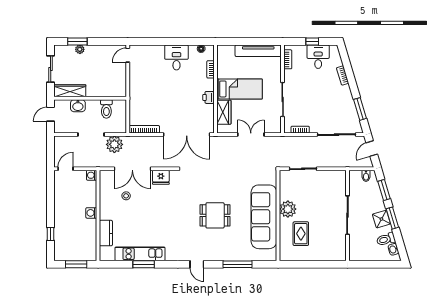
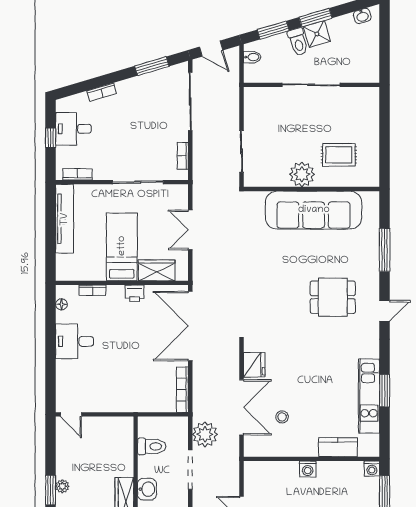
double door: (187, 135) -> (190, 326), swing flipped
washing machine: (92, 175) -> (372, 469), moved
dining table: (215, 215) -> (333, 297), moved, turned 90
toilet: (386, 239) -> (298, 42), moved

